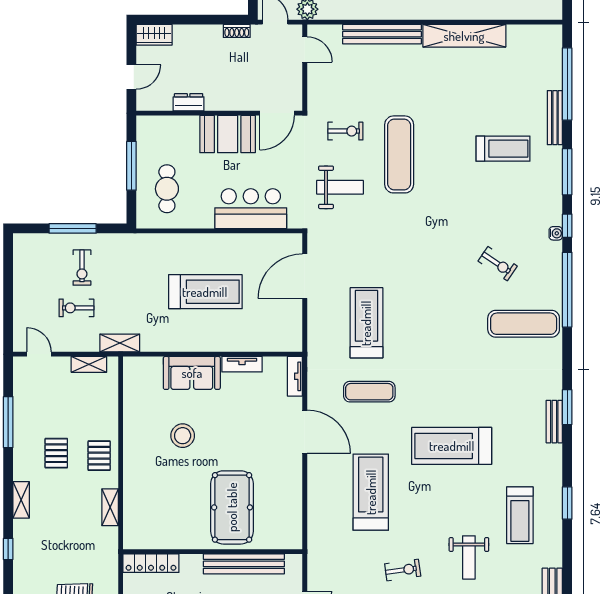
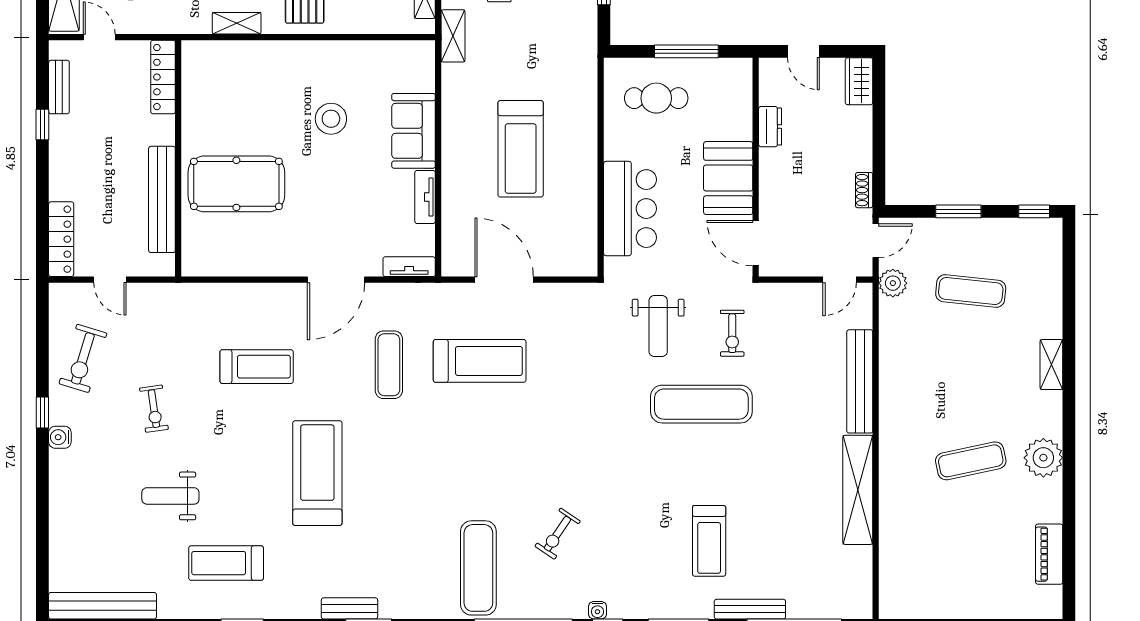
door: (305, 276) -> (504, 280), moved
treadmill: (371, 492) -> (257, 367), width x0.73, depth x0.73

